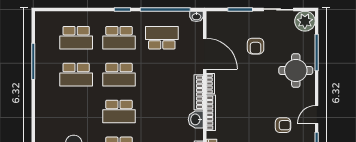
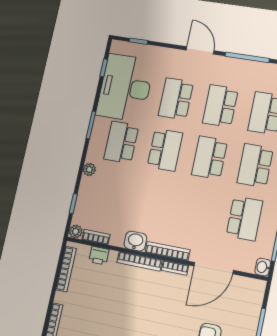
door: (33, 100) -> (200, 50), added
school desk: (76, 112) -> (176, 99), added
school desk: (119, 112) -> (165, 150), turned 180

